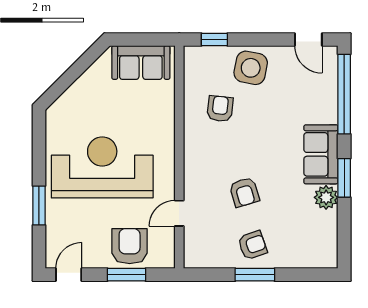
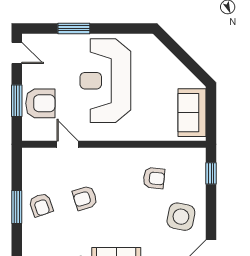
side table: (251, 68) -> (181, 217), moved
reception desk: (102, 167) -> (105, 81), turned 180

